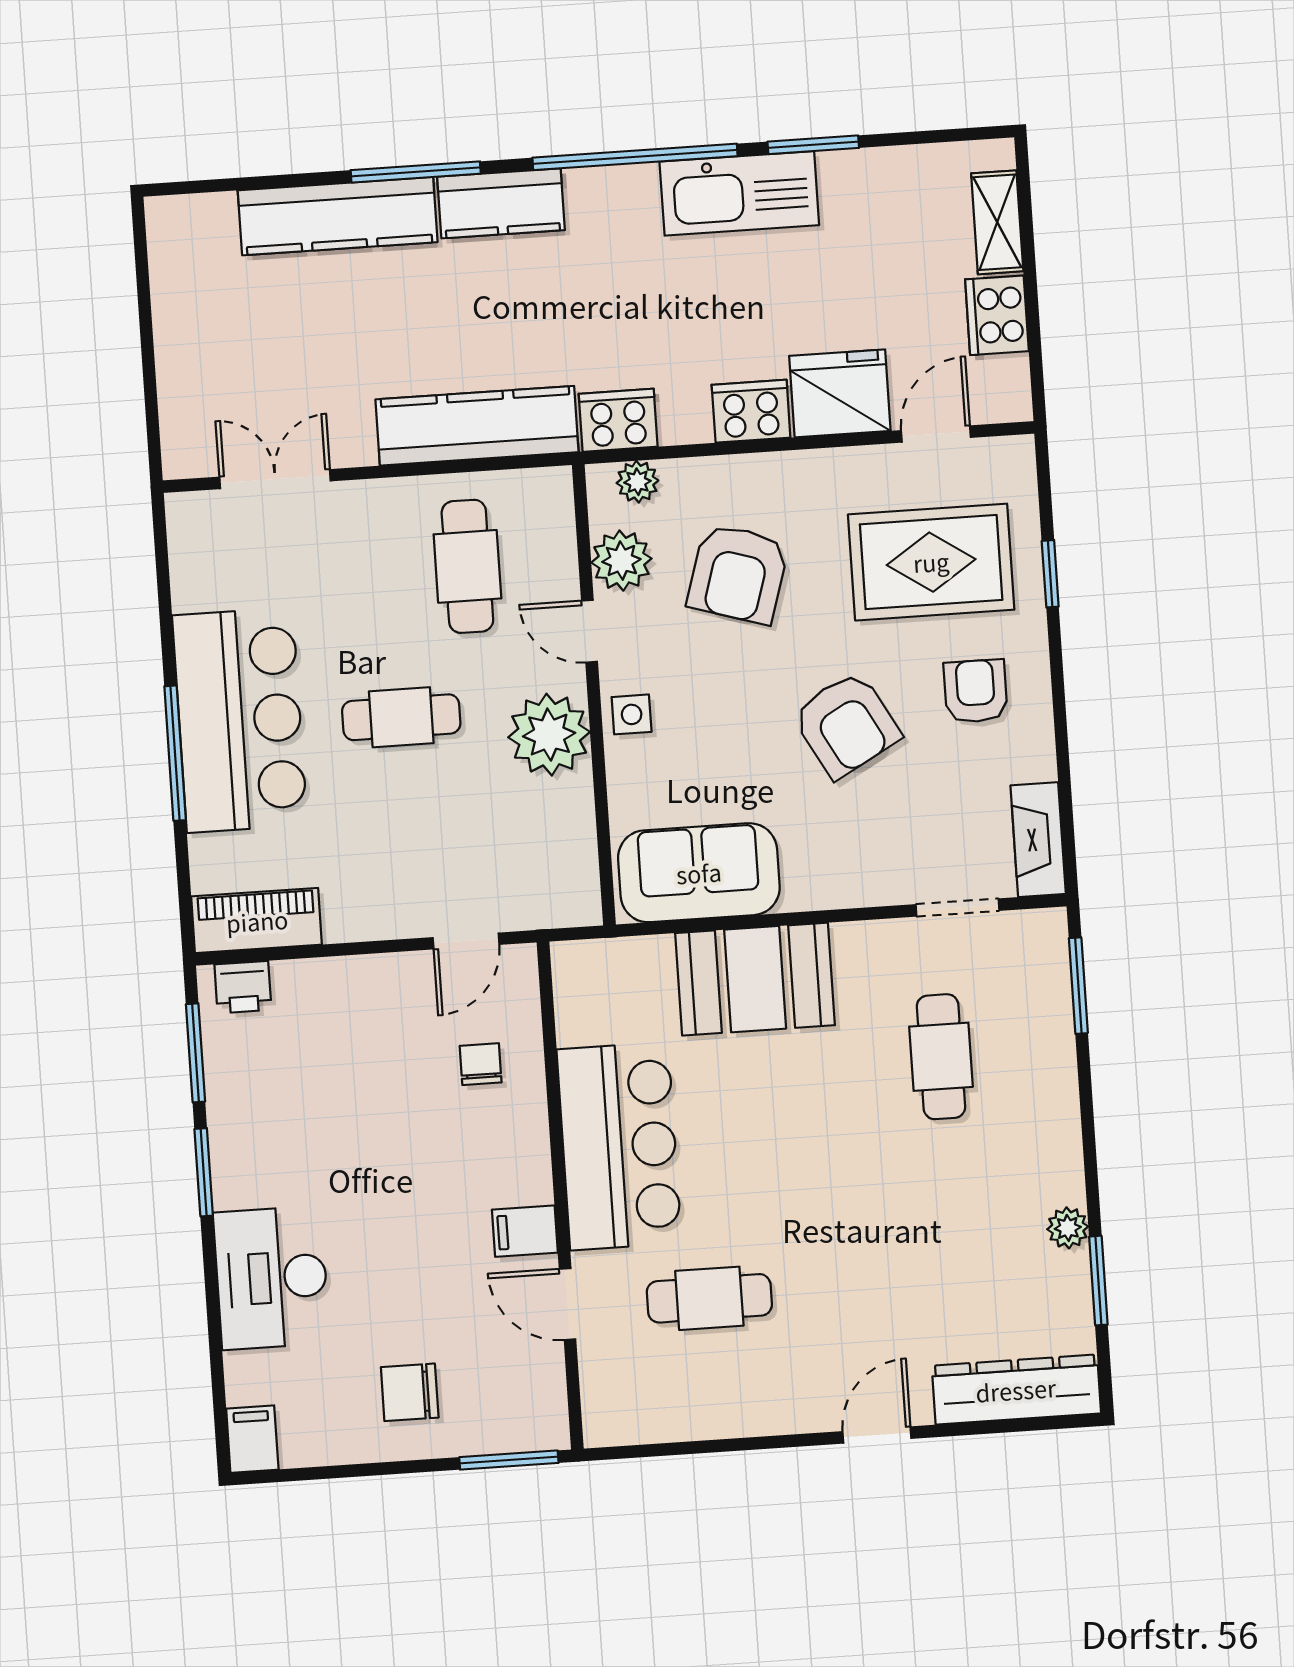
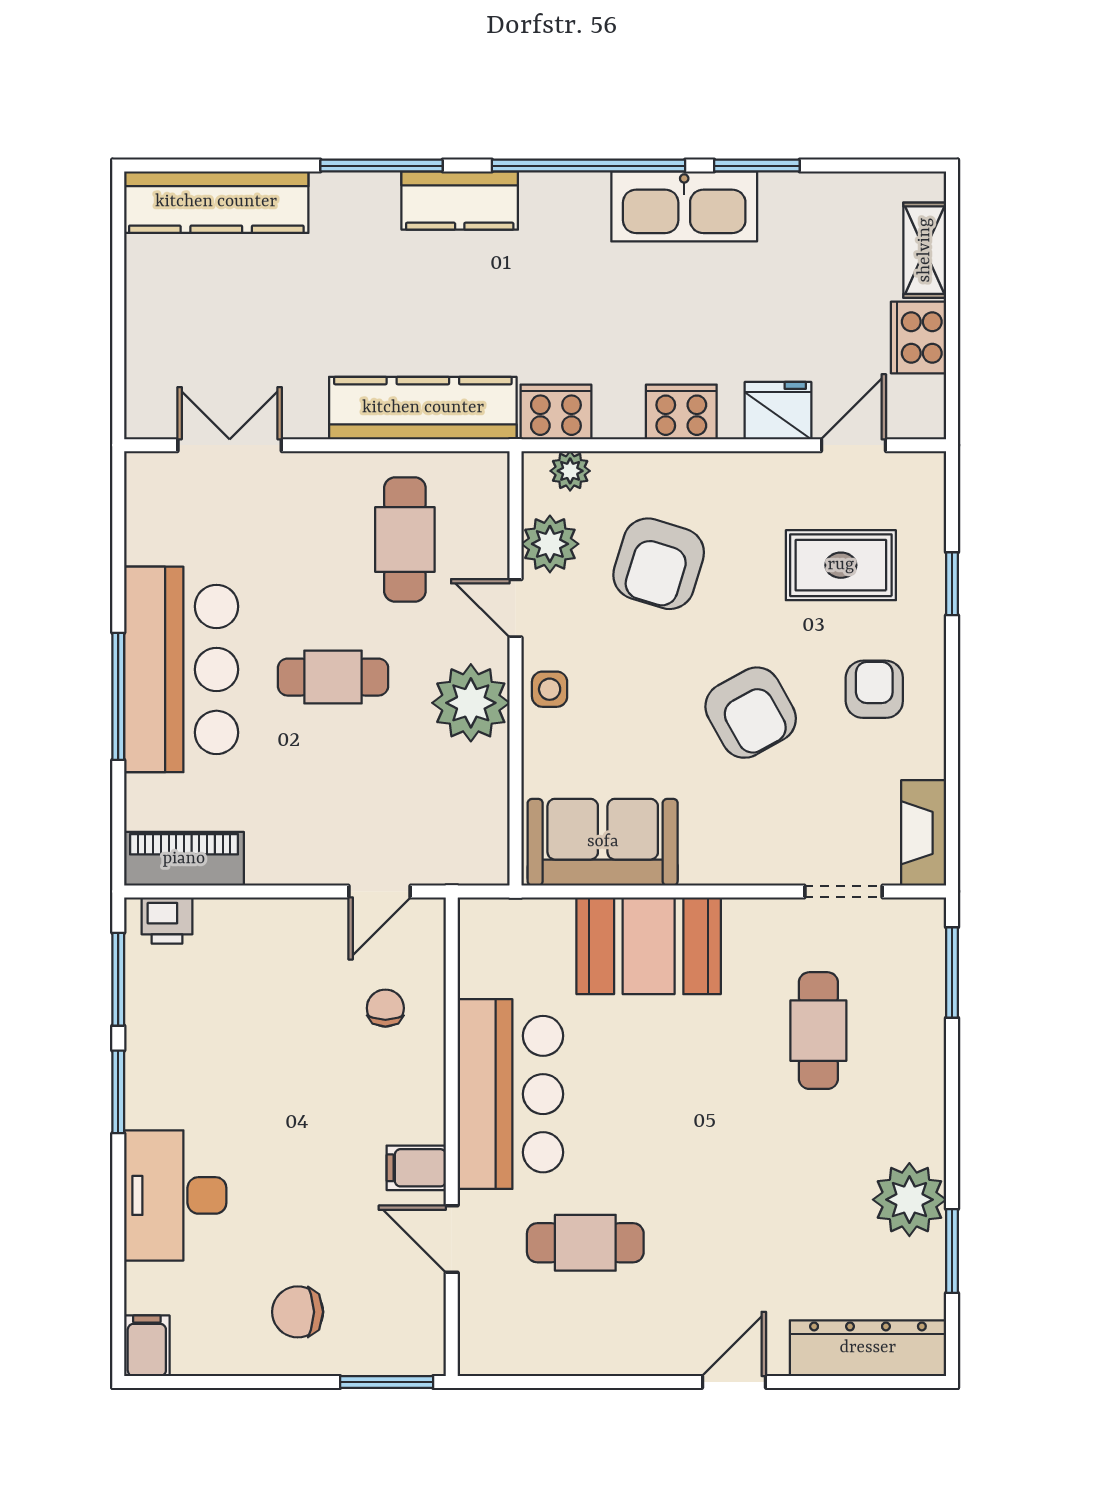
kitchen counter: (338, 216) -> (216, 202), moved
fridge: (840, 393) -> (778, 411), width x0.73, depth x0.75
rug: (931, 562) -> (841, 565), width x0.73, depth x0.70
plant: (1068, 1228) -> (909, 1200), width x1.87, depth x1.87

